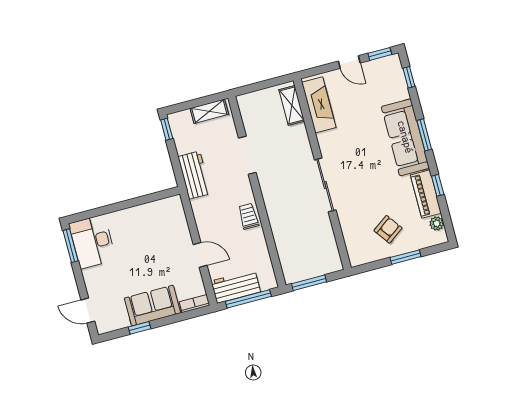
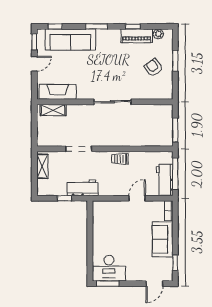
window: (167, 129) -> (65, 198), moved
sofa: (405, 137) -> (70, 40), moved
window: (139, 328) -> (175, 263), moved

